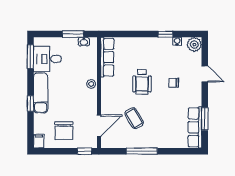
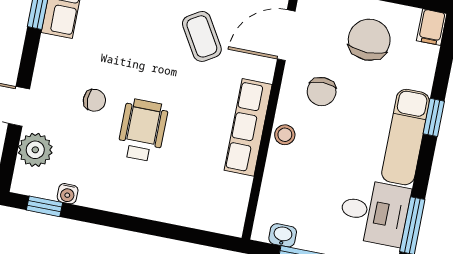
window: (165, 34) -> (44, 206), moved
plant: (194, 45) -> (35, 150), moved
row of seats: (107, 57) -> (248, 127), moved
wheelchair: (142, 82) -> (143, 130), moved
chair: (79, 105) -> (322, 92), added

